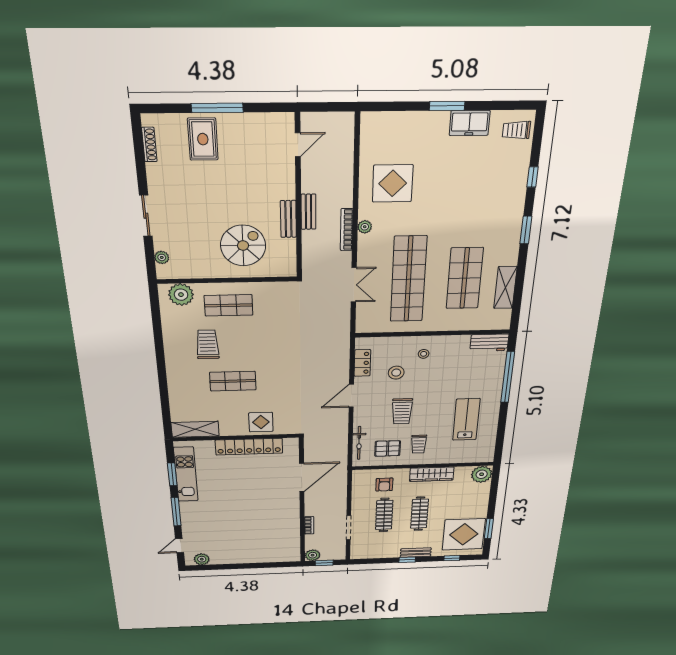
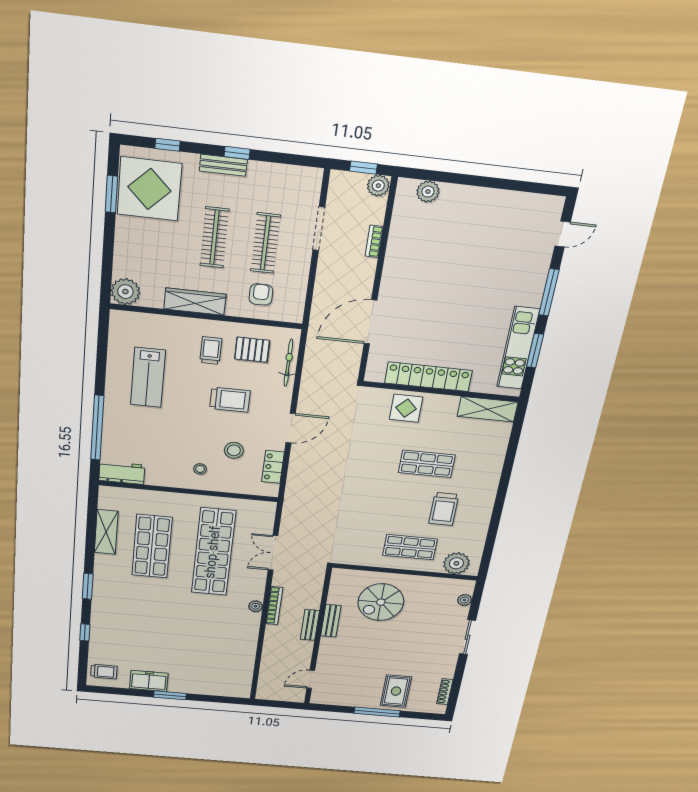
display table: (393, 183) -> (224, 640), removed
trolley: (402, 411) -> (230, 400), turned 90
plant: (202, 559) -> (428, 192), moved

